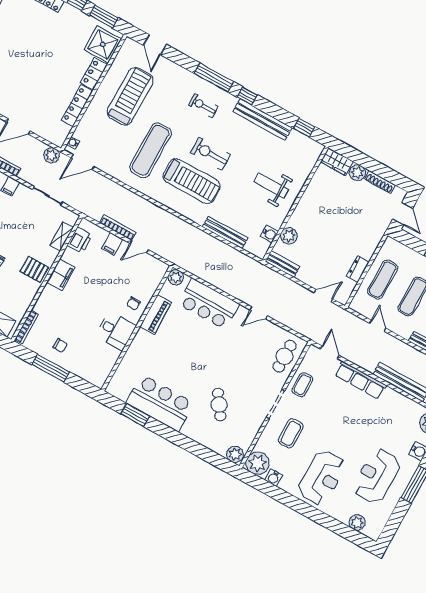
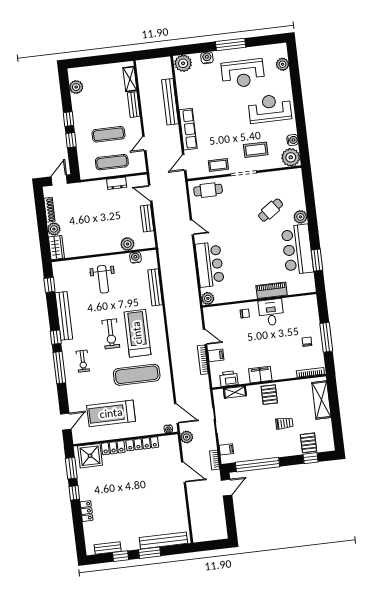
bench: (282, 264) -> (147, 218), moved
piano: (156, 315) -> (272, 290), moved
plant: (235, 454) -> (300, 217), moved

